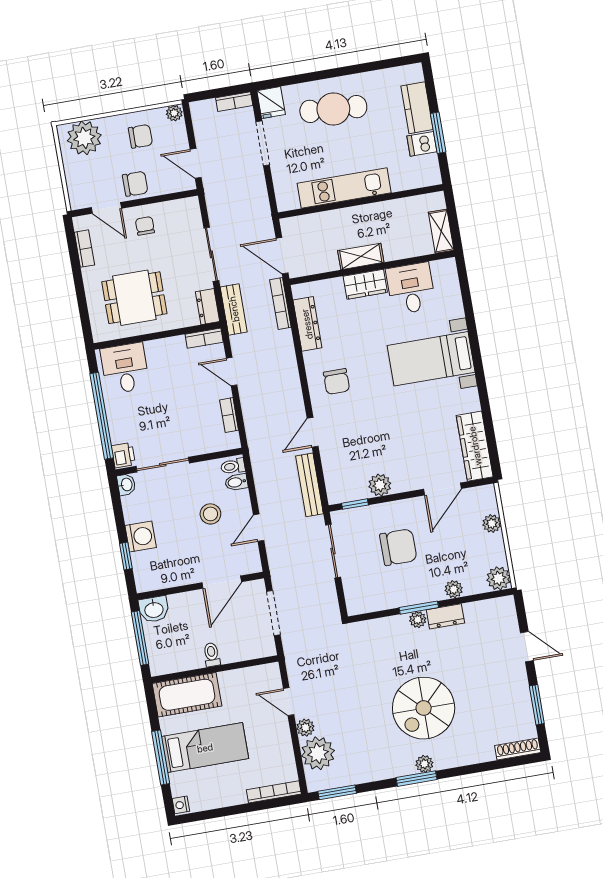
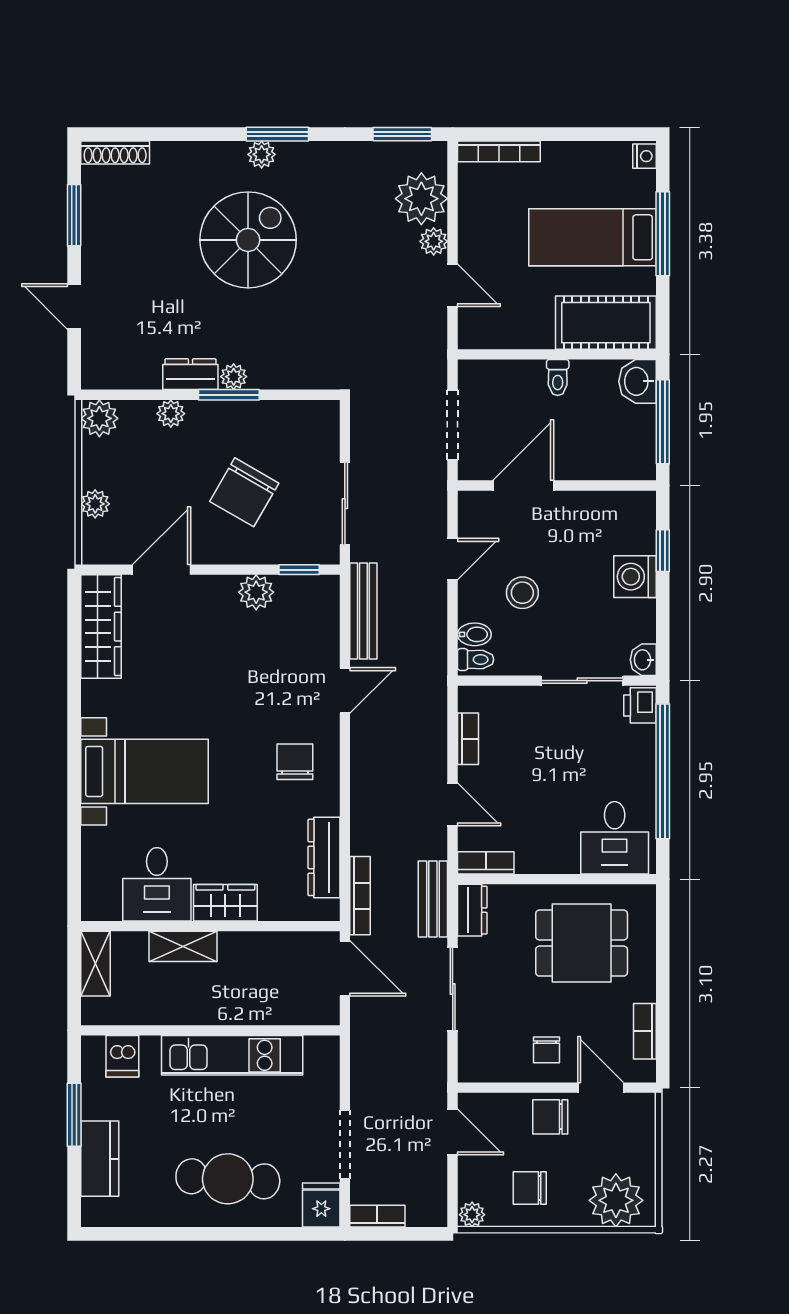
dishwasher: (422, 144) -> (122, 1056), moved, turned 90
shelving: (361, 256) -> (183, 946), moved
chair: (398, 547) -> (244, 492), turned -60
washbasin: (154, 609) -> (637, 381), moved, turned -90

